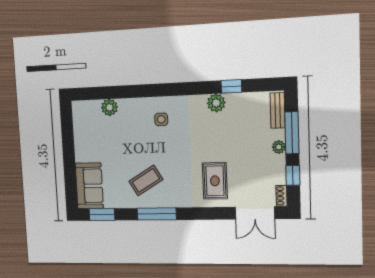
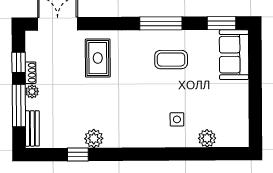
side table: (161, 119) -> (177, 119), moved
coffee table: (146, 180) -> (171, 60), turned 31
shoe rack: (281, 196) -> (31, 73), moved

